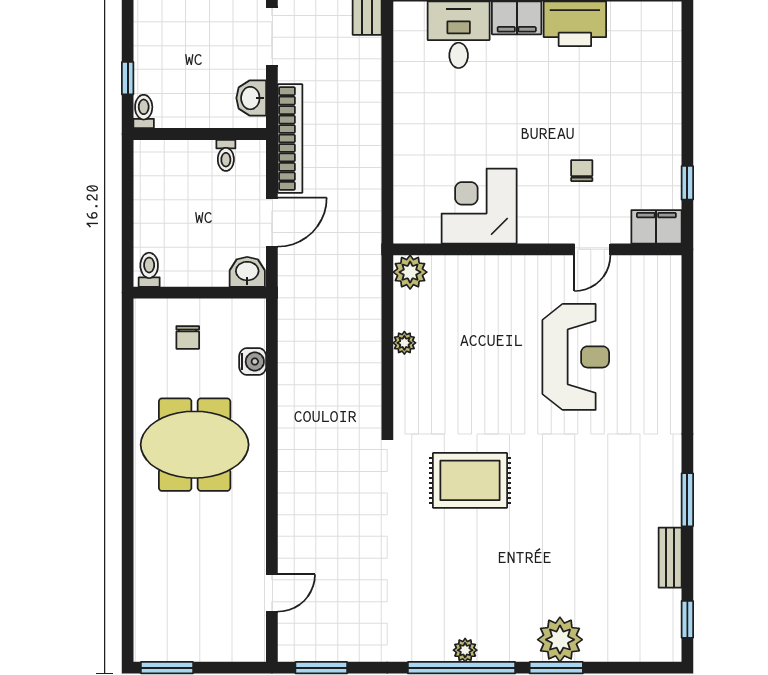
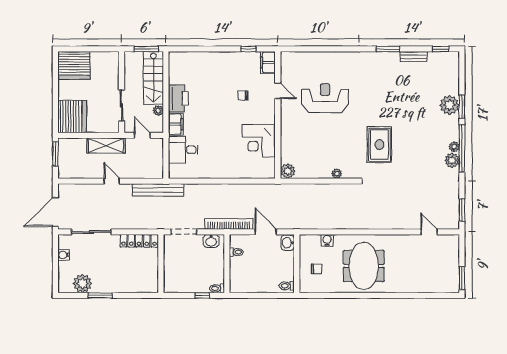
plant: (404, 343) -> (337, 174), moved
plant: (434, 645) -> (452, 160), added

